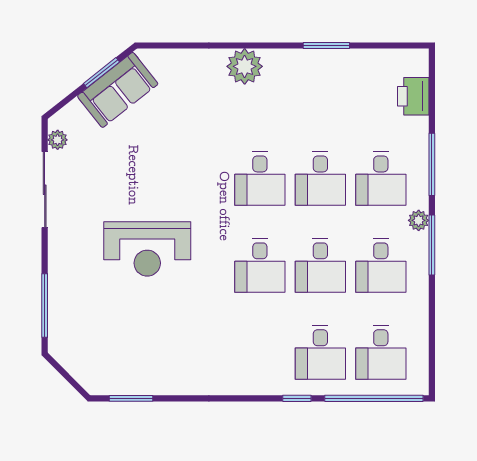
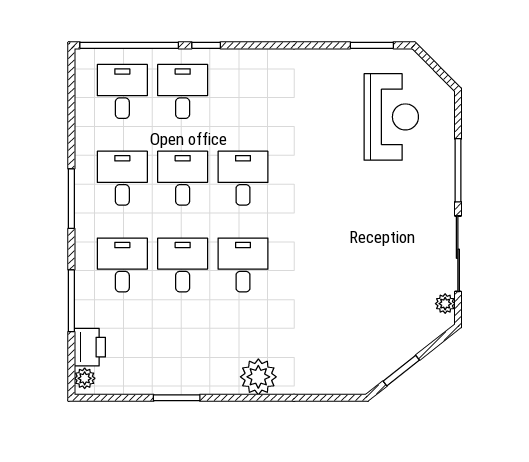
sofa: (118, 90) -> (385, 353), removed
window: (432, 164) -> (71, 301), moved
plant: (419, 220) -> (85, 378), moved
reception desk: (147, 249) -> (391, 117), moved, turned 90
window: (45, 305) -> (458, 170), moved

